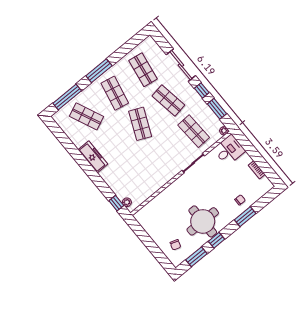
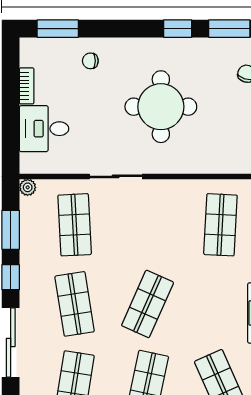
desk: (229, 150) -> (44, 129), moved
shop shelf: (137, 178) -> (220, 225), added
window: (245, 217) -> (58, 29), moved
round table: (203, 221) -> (161, 107), moved

